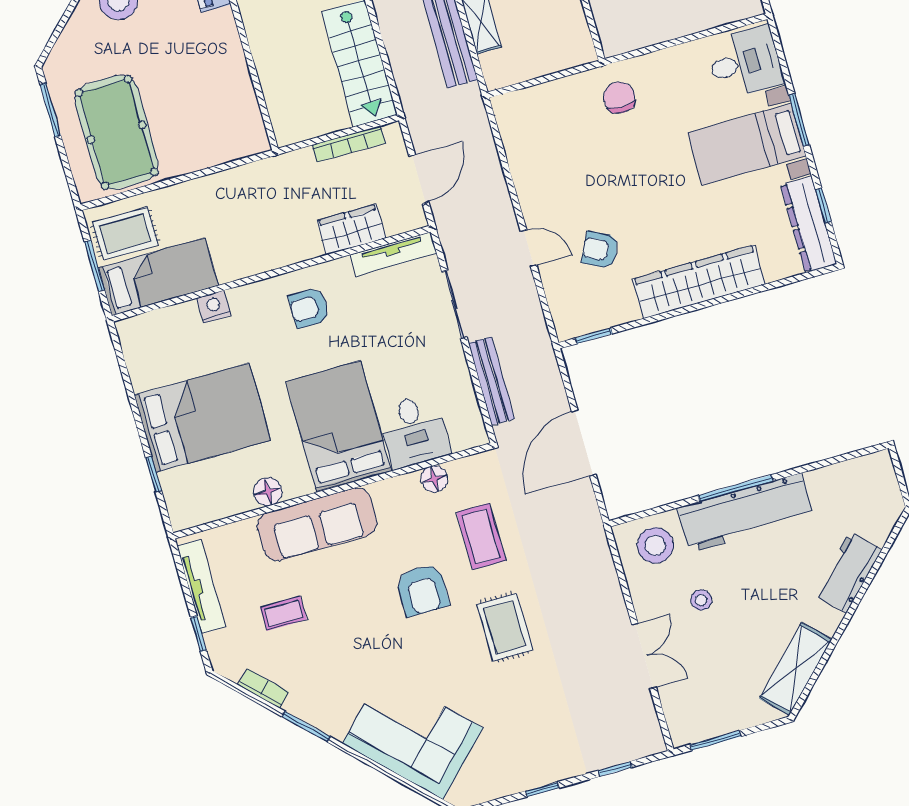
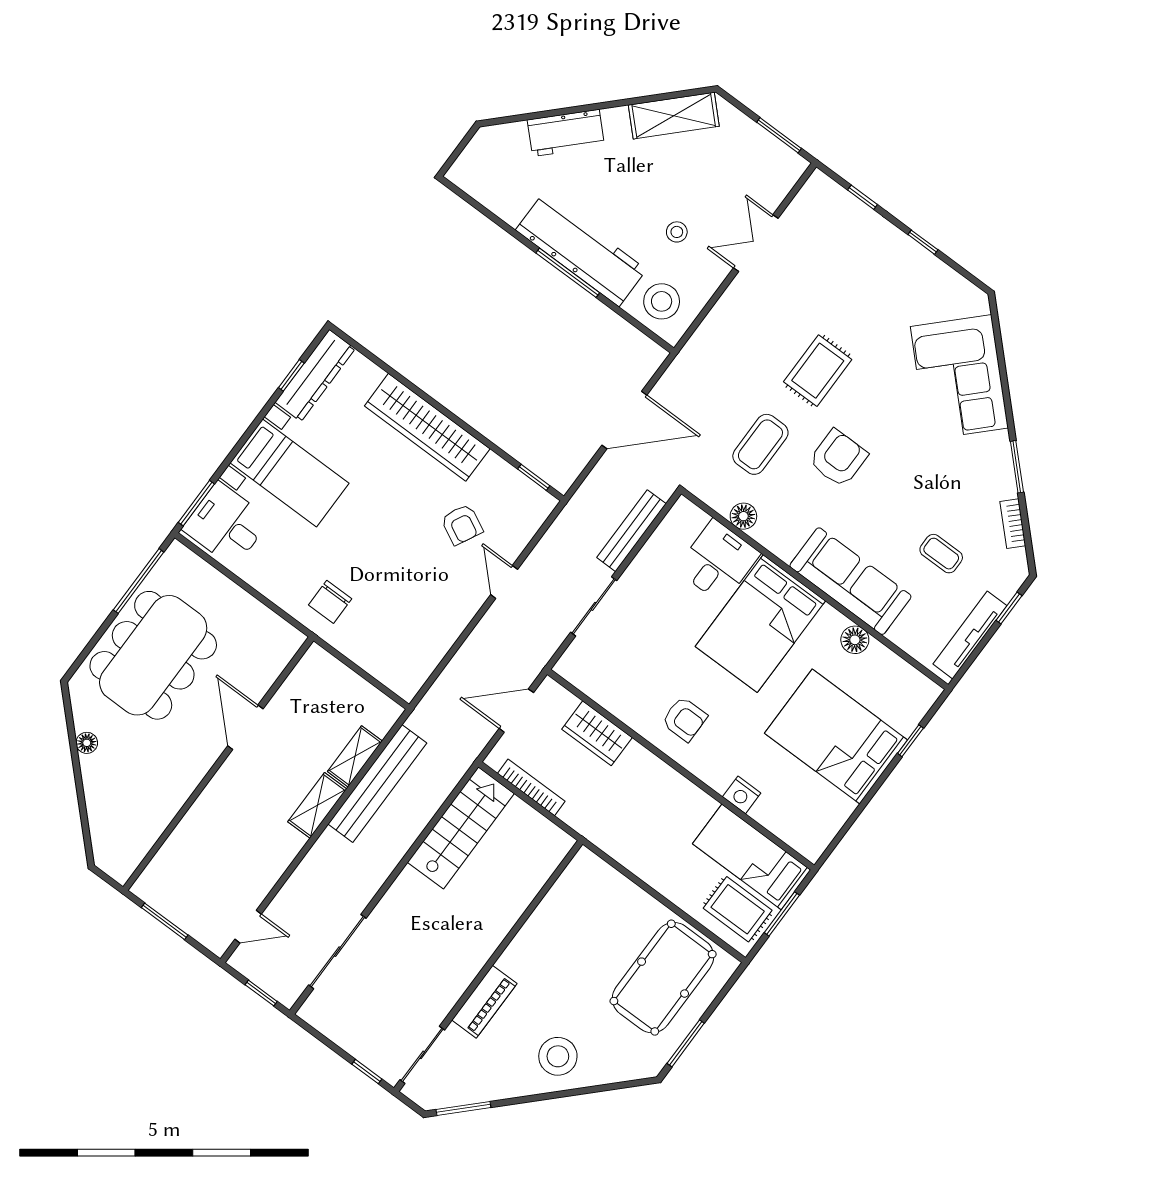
window: (799, 120) -> (196, 503), moved
tv unit: (393, 254) -> (591, 685), removed

